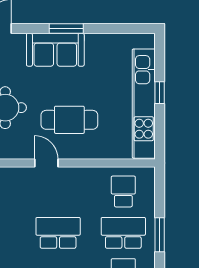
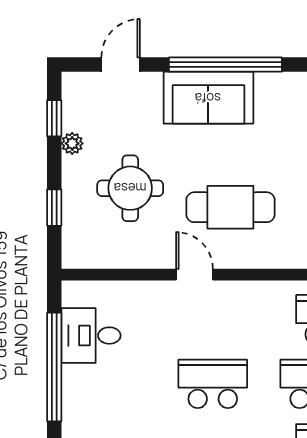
window: (66, 29) -> (225, 65), width x2.11

